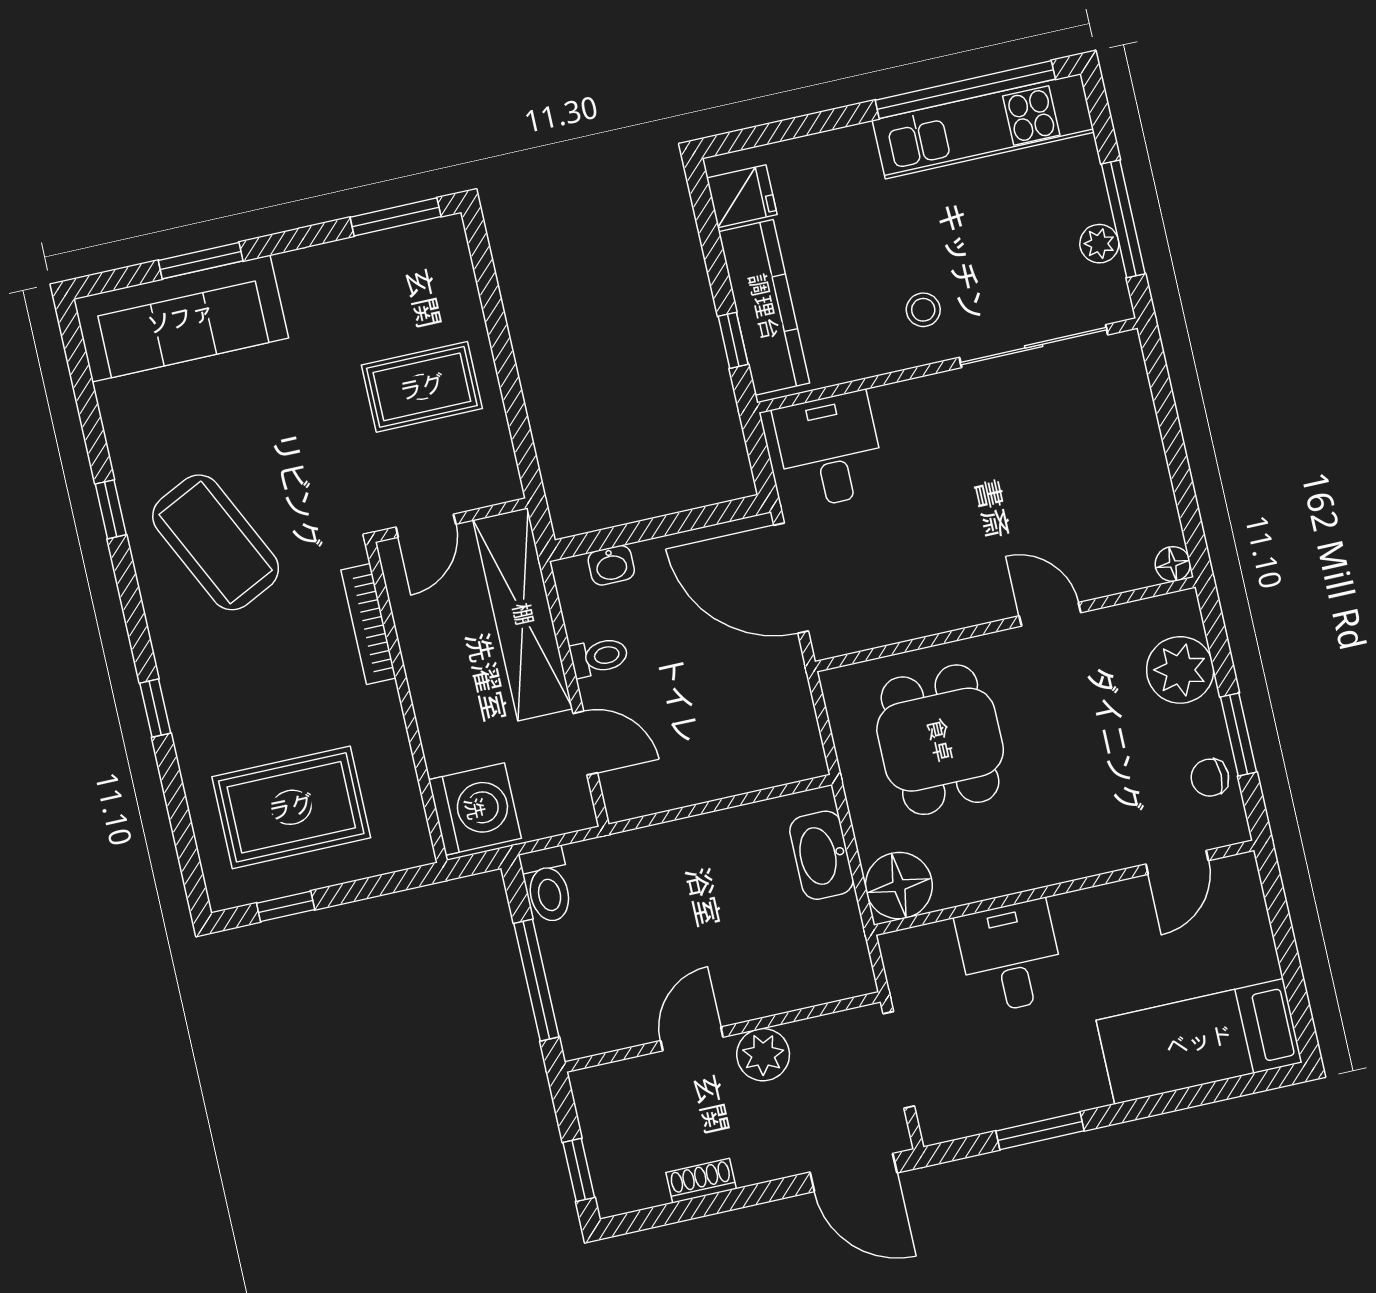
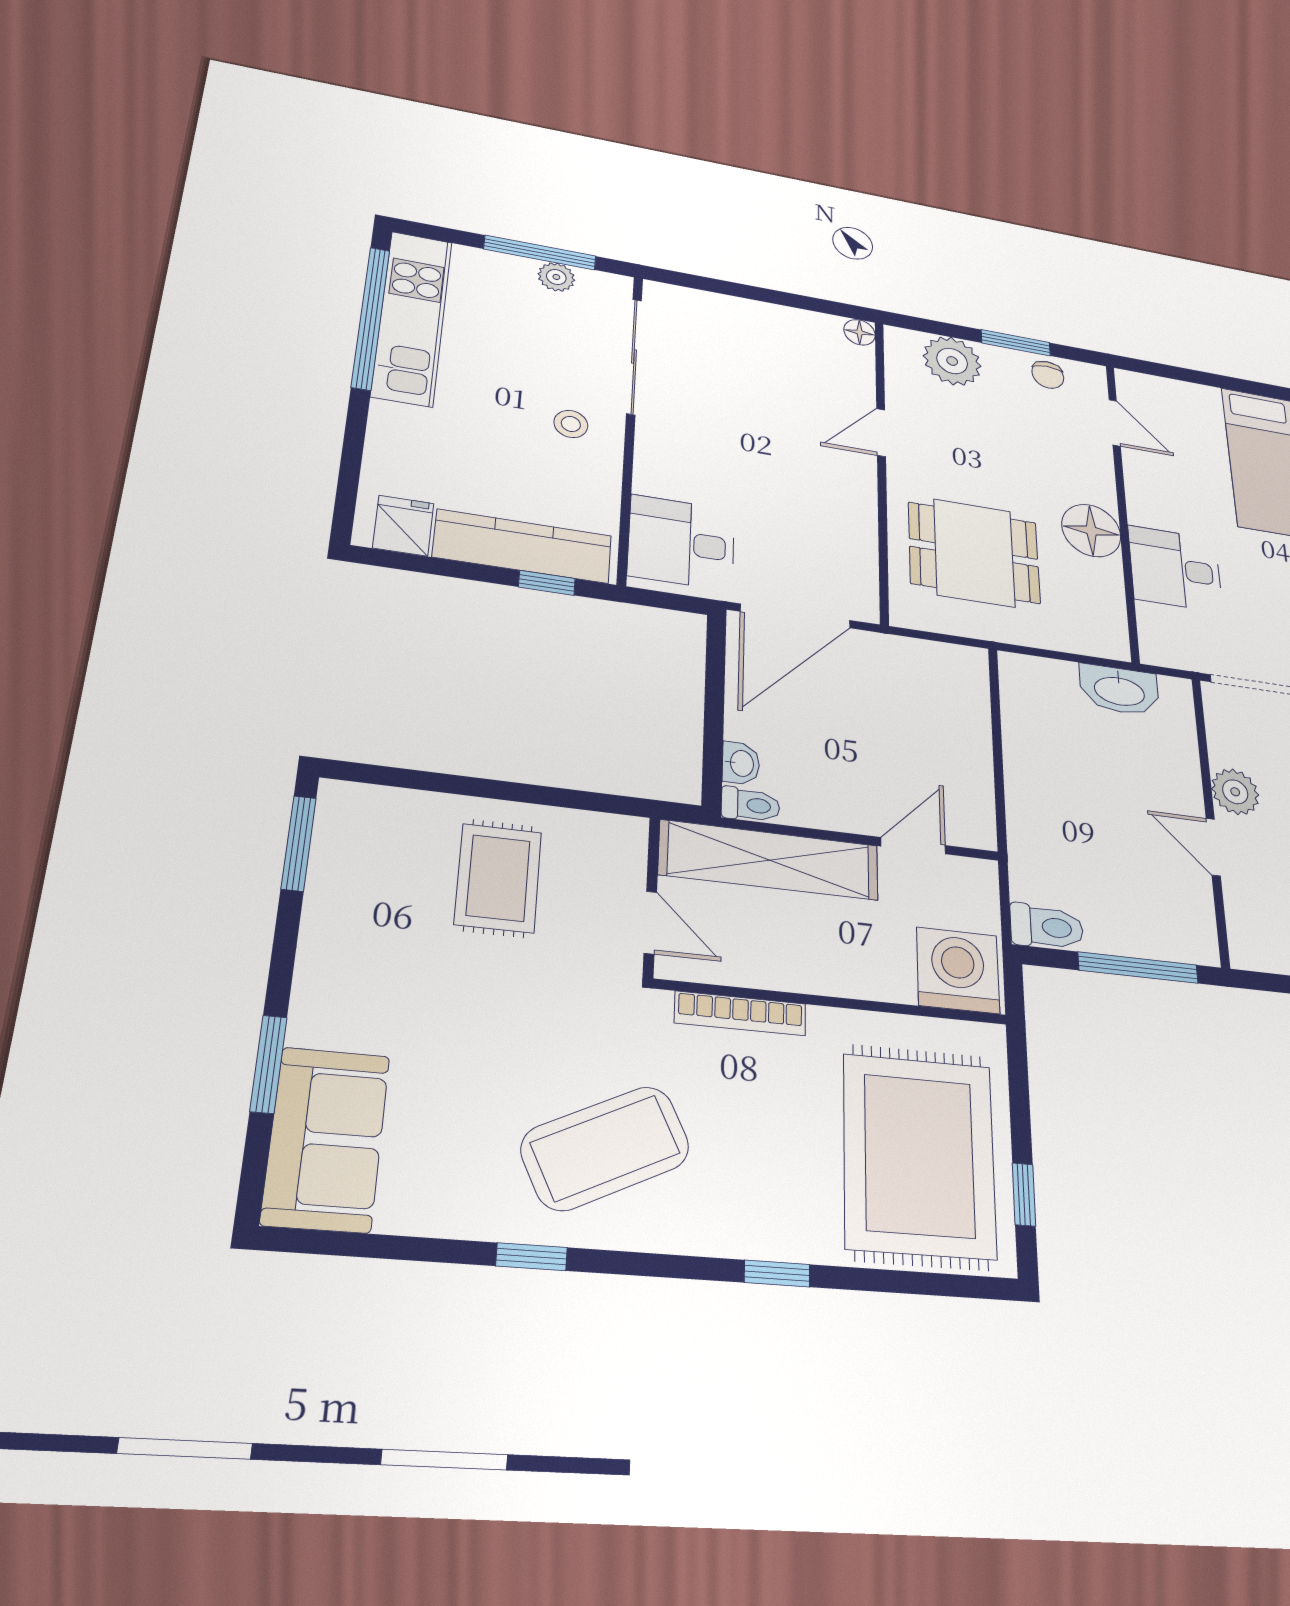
sofa: (181, 318) -> (326, 1139), width x0.73
toilet: (599, 657) -> (751, 805), moved, turned 90
rug: (291, 807) -> (919, 1156), width x1.37, depth x1.44
washbasin: (822, 855) -> (1119, 690), moved
floor lamp: (899, 886) -> (1091, 530), moved

